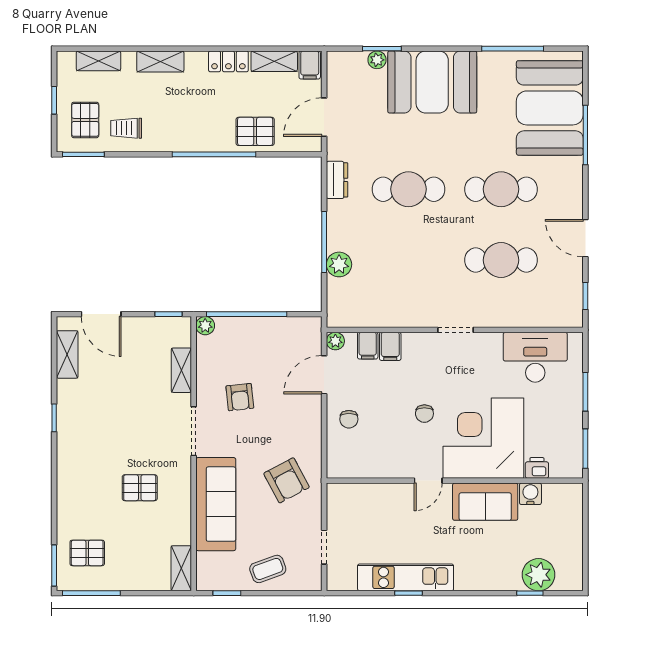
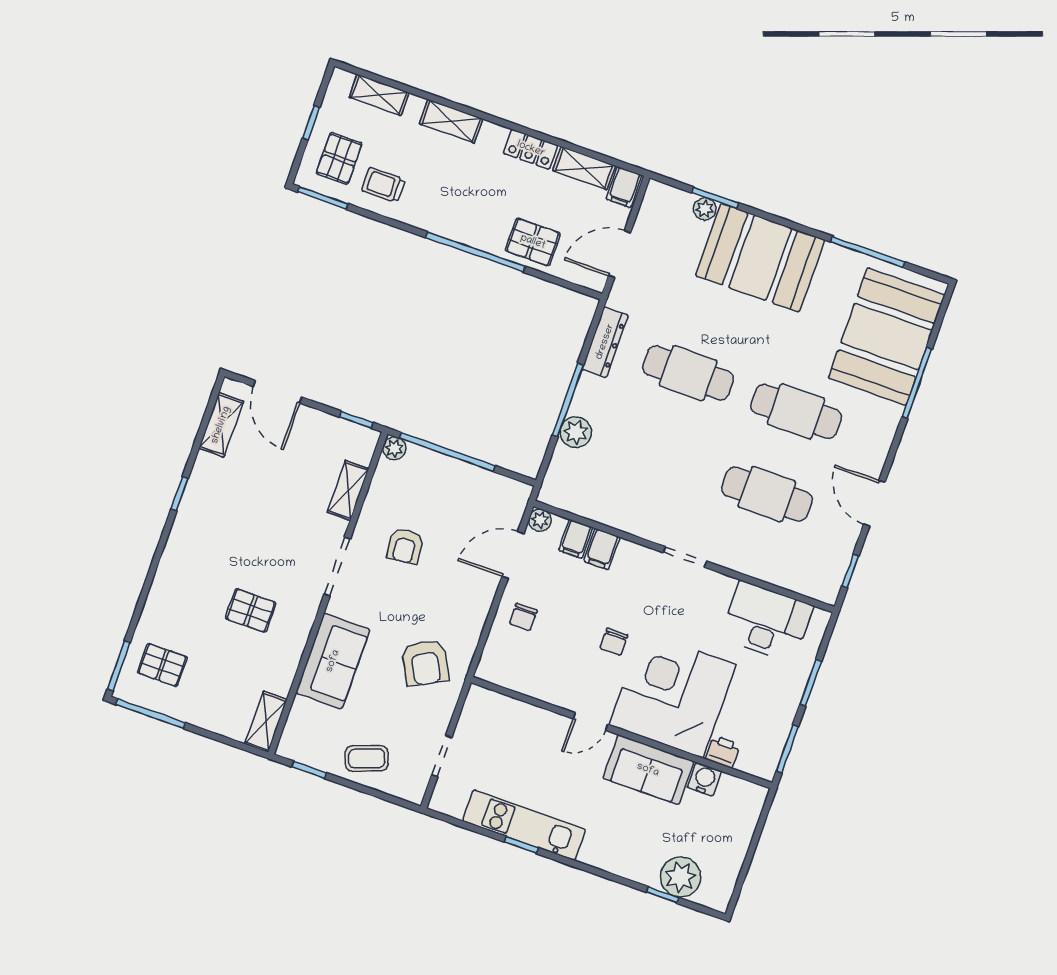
dresser: (337, 180) -> (605, 342), width x1.44
sofa: (216, 504) -> (333, 661), width x0.73

